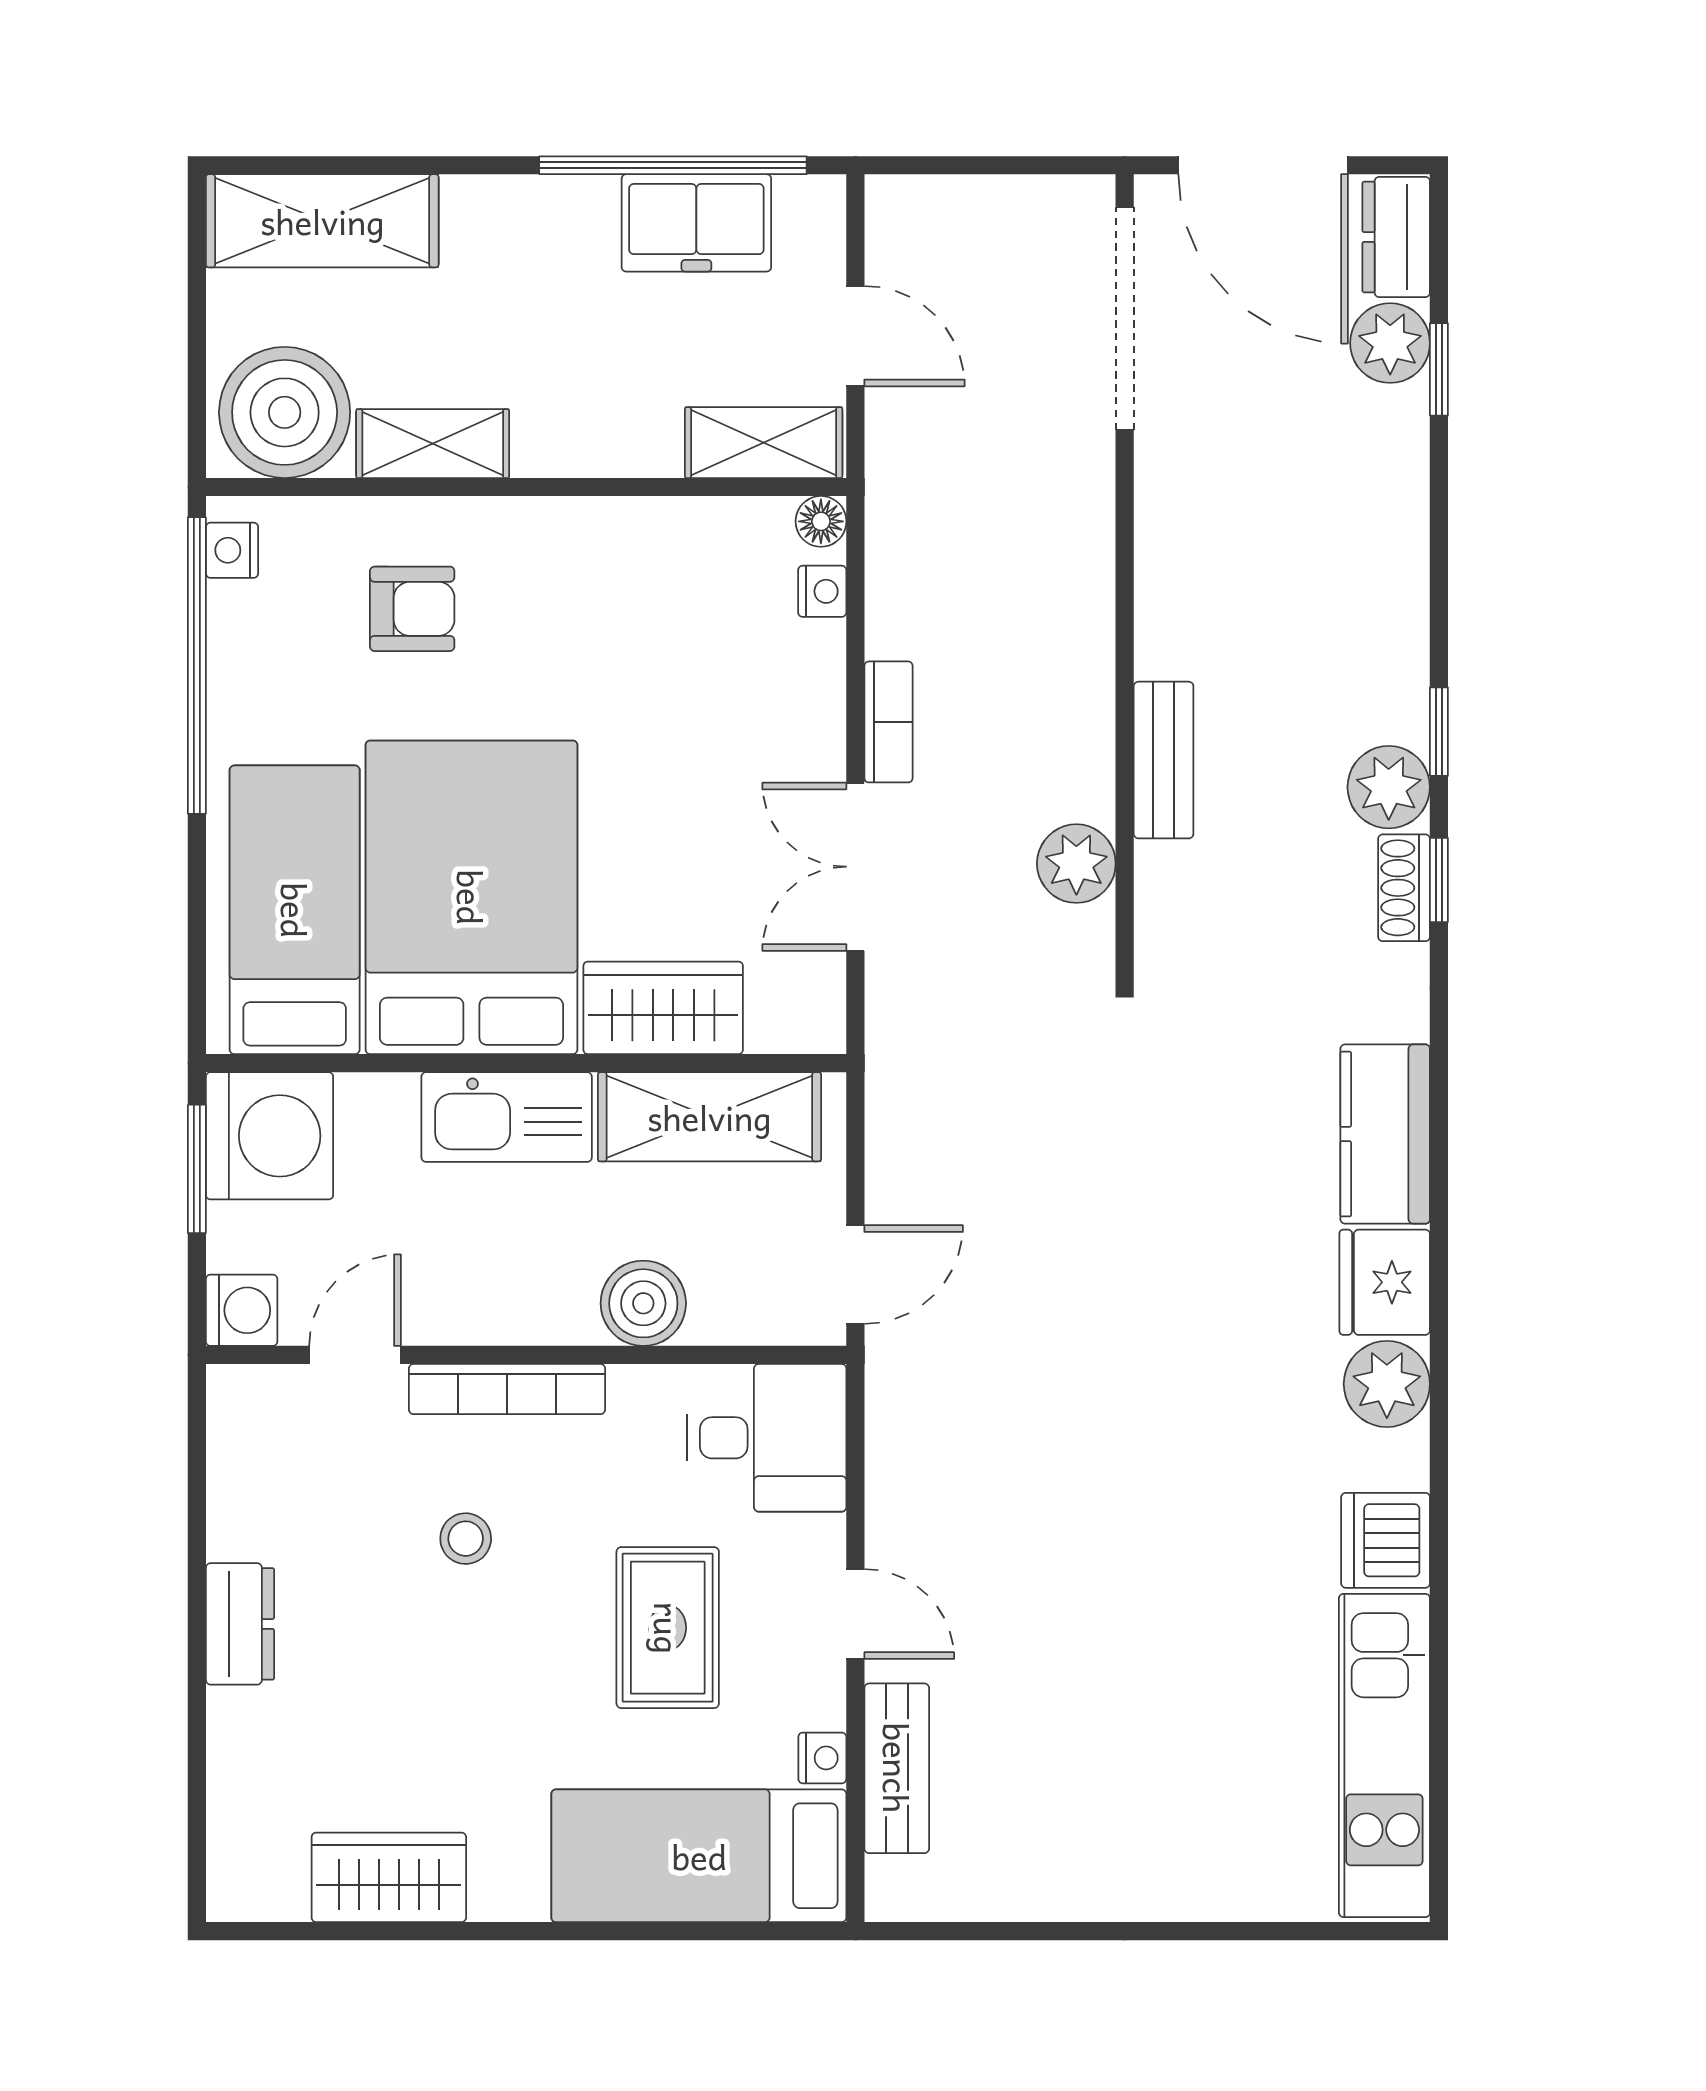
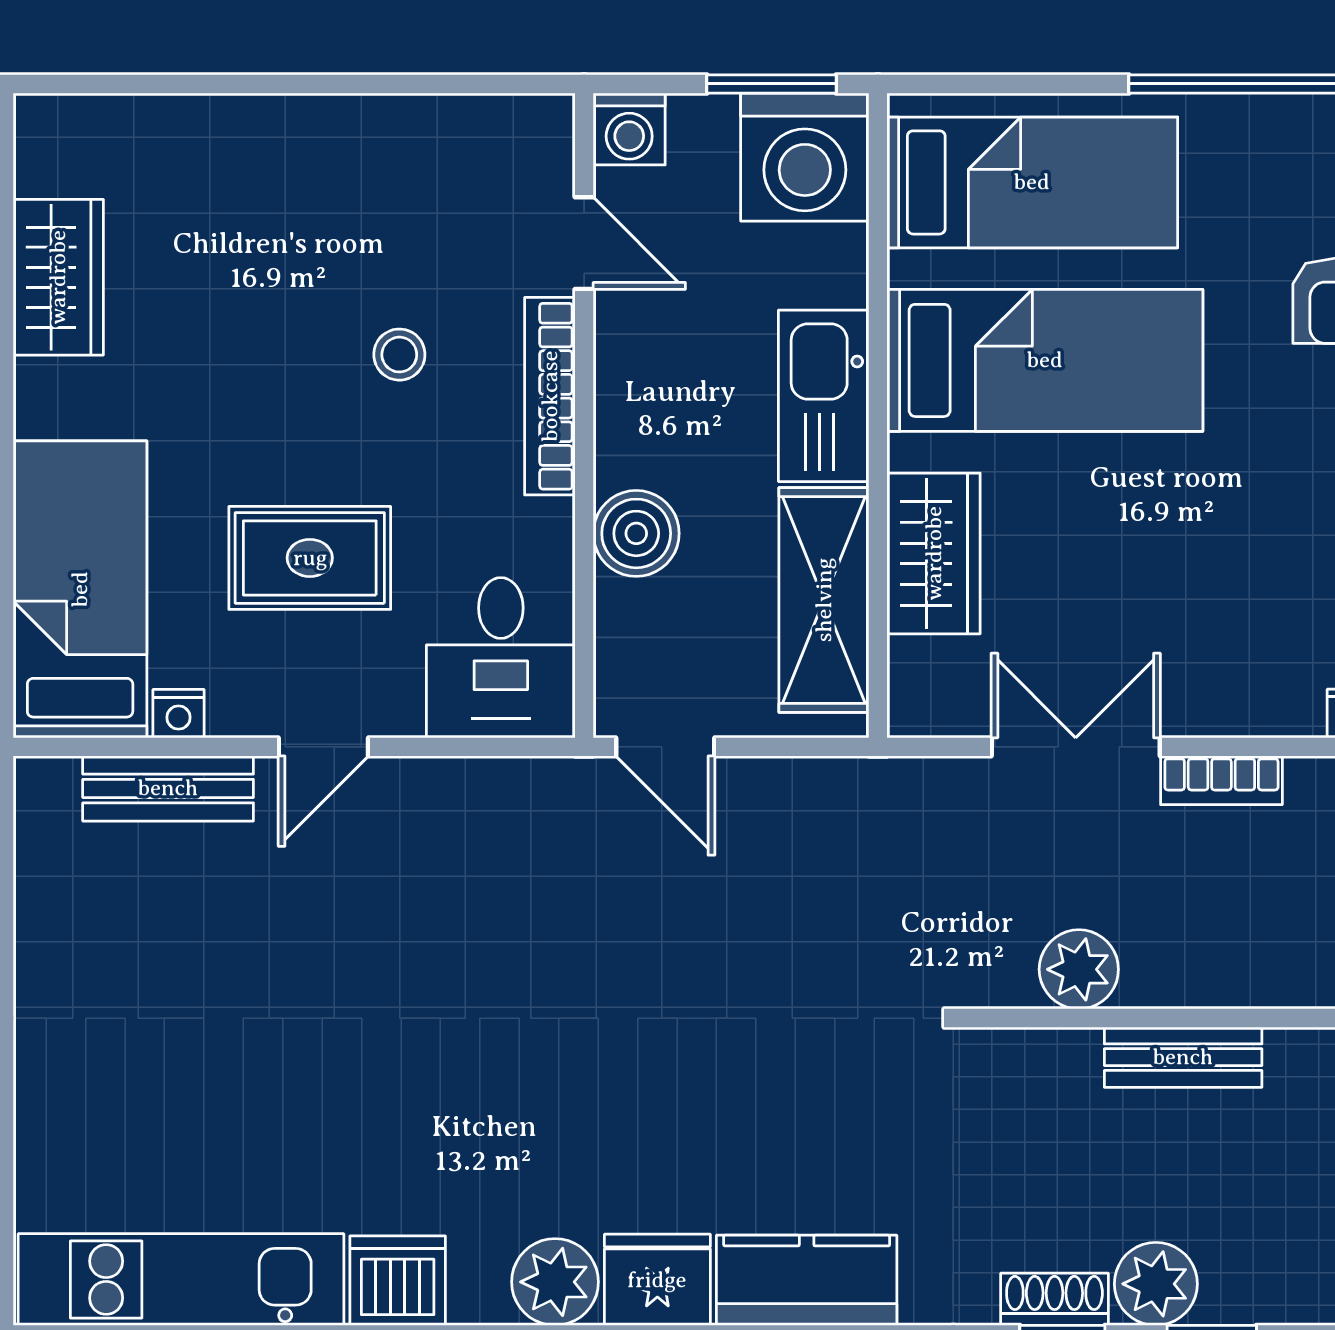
bed: (471, 897) -> (1045, 360), width x0.67
dresser: (240, 1624) -> (313, 127), removed

